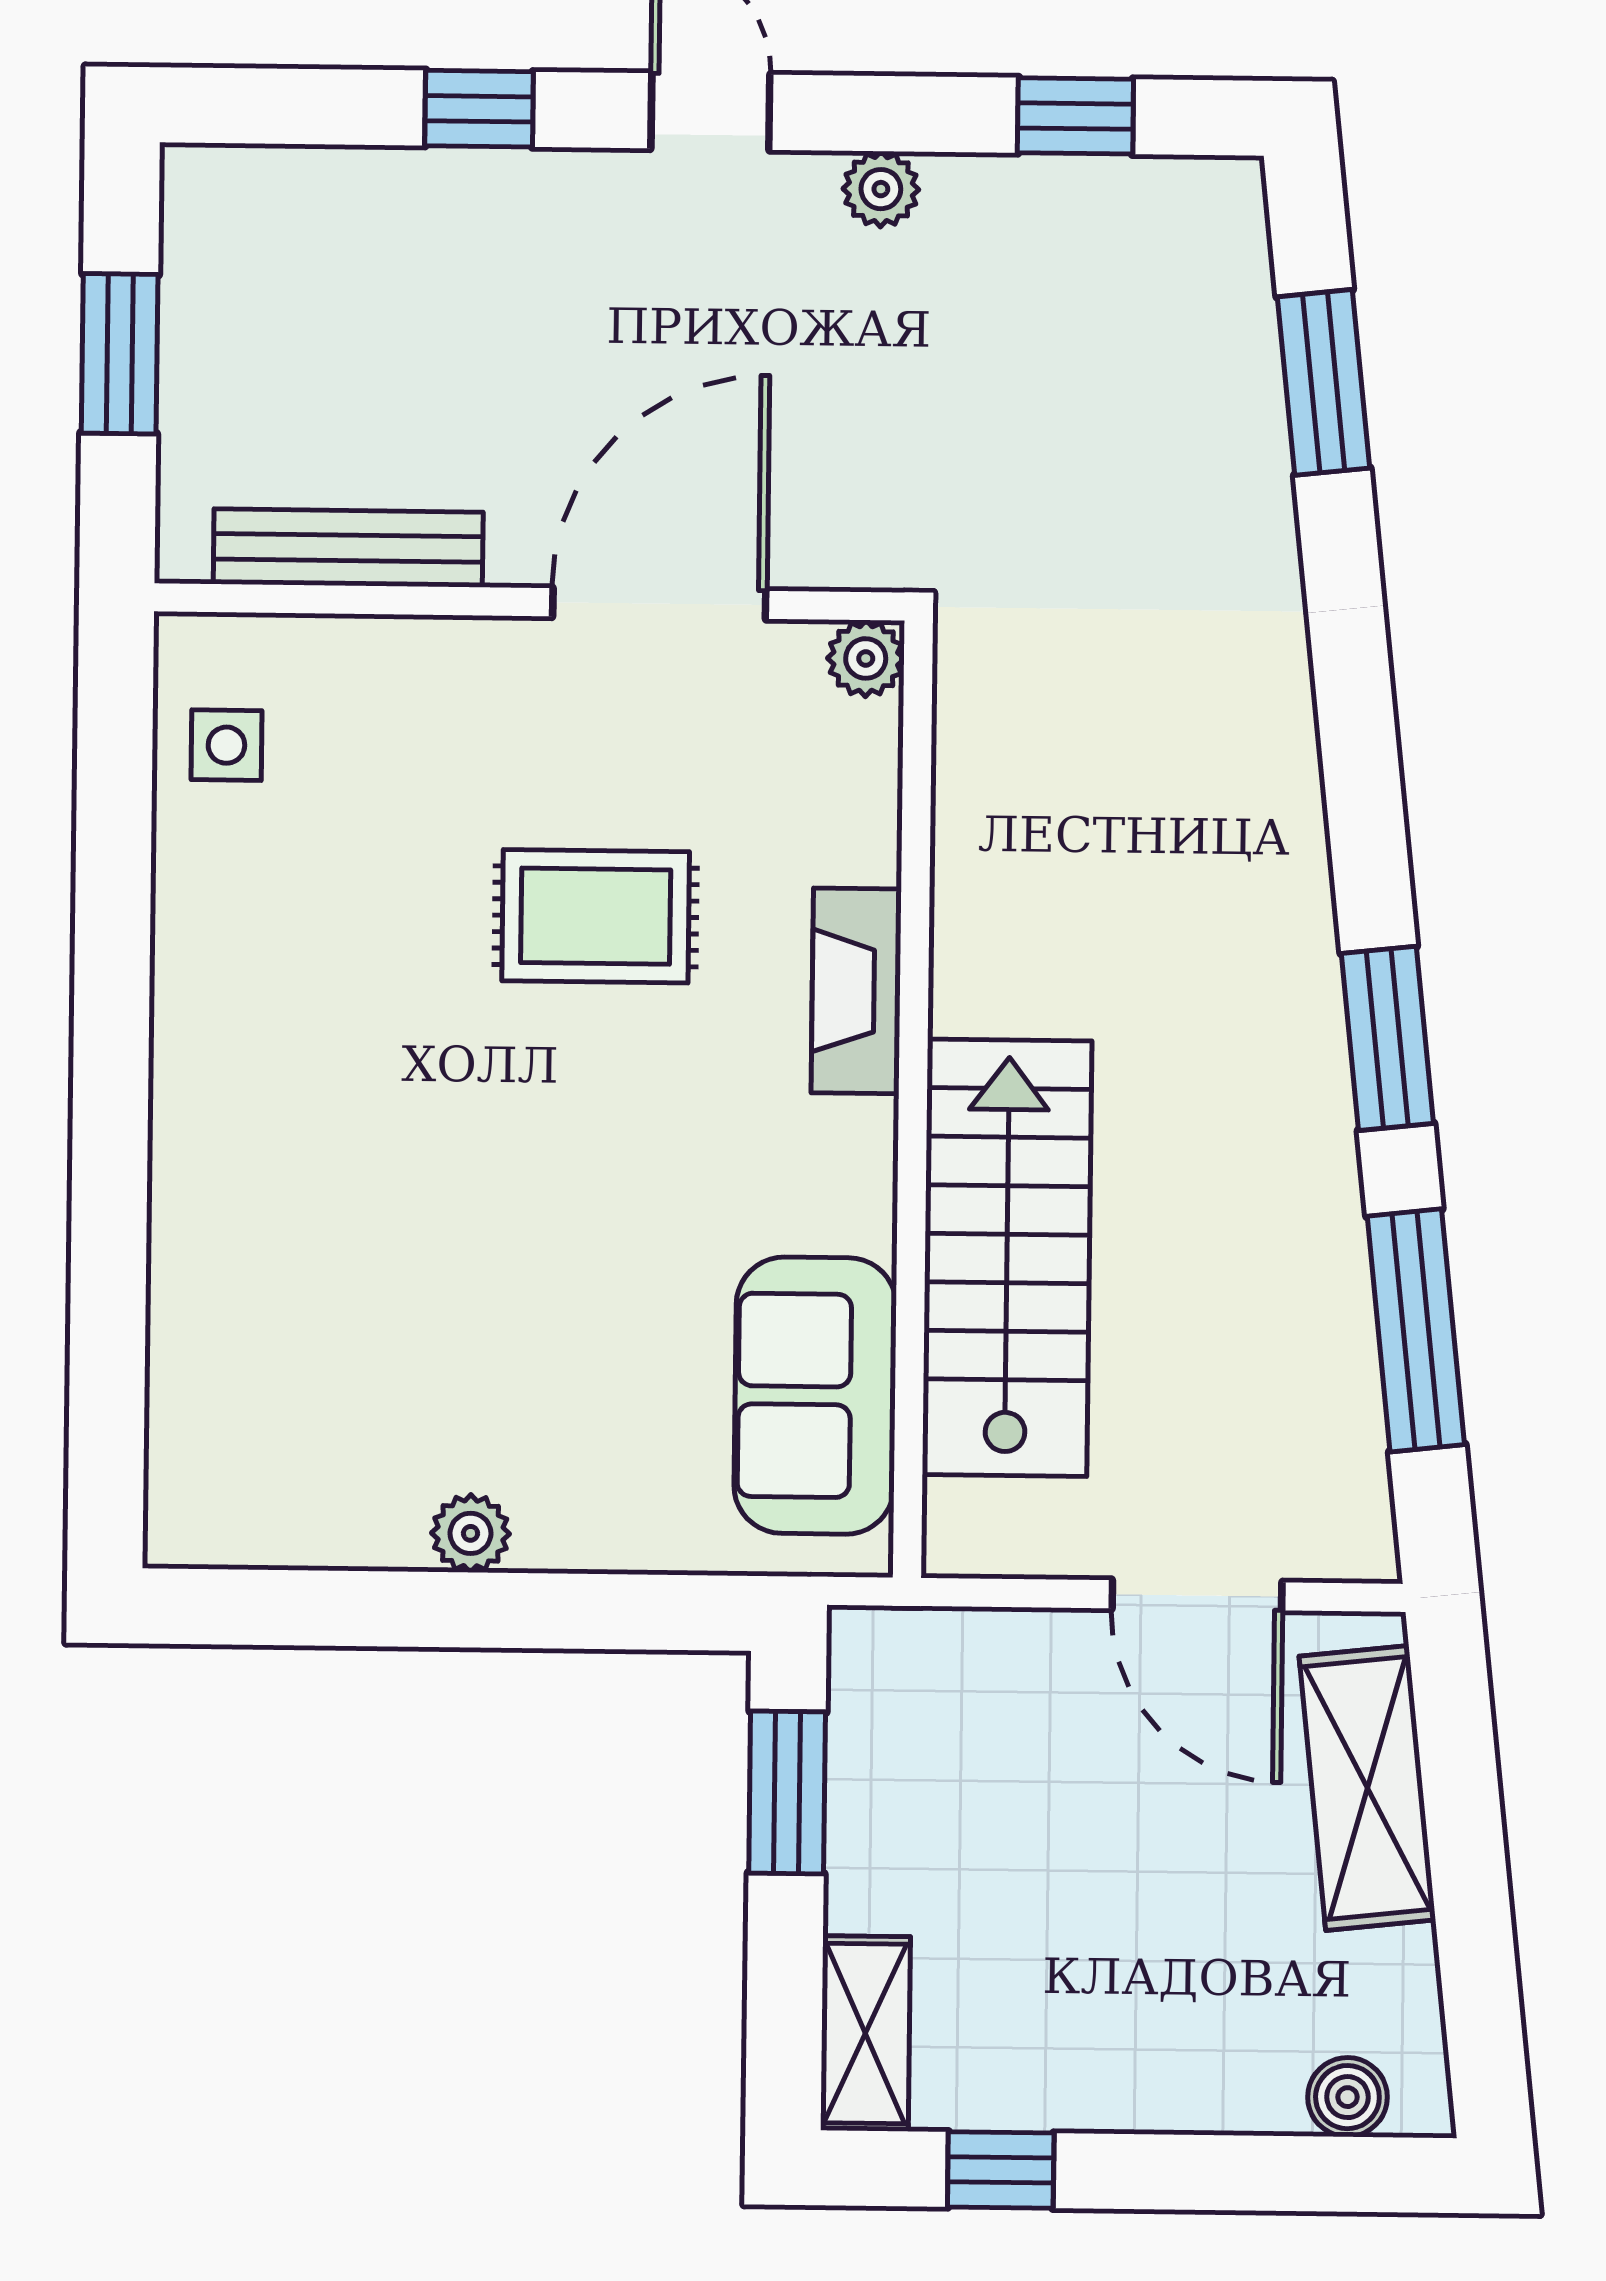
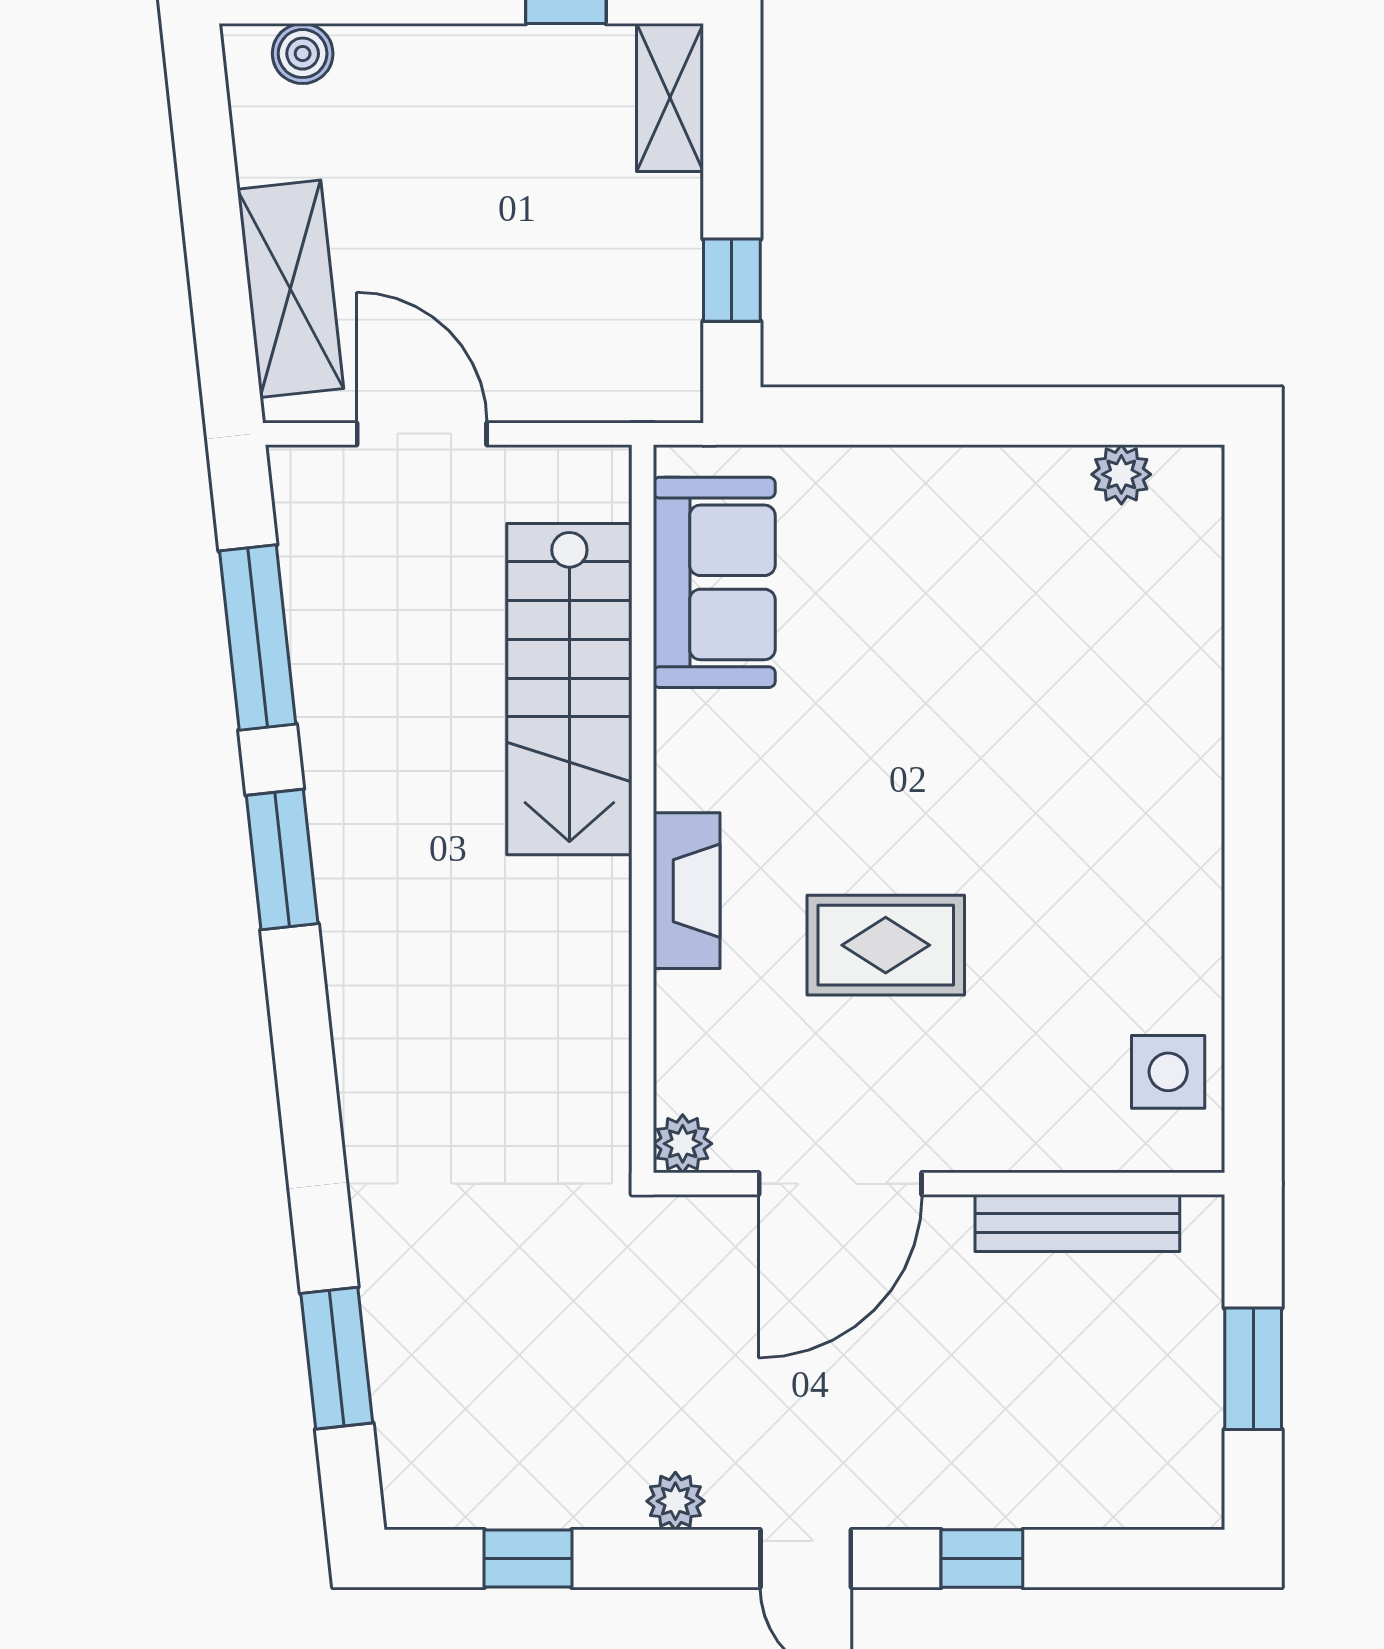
side table: (226, 745) -> (1168, 1072), width x1.37, depth x1.37
plant: (471, 1533) -> (1121, 474), moved
window: (787, 1792) -> (732, 280), width x0.67

